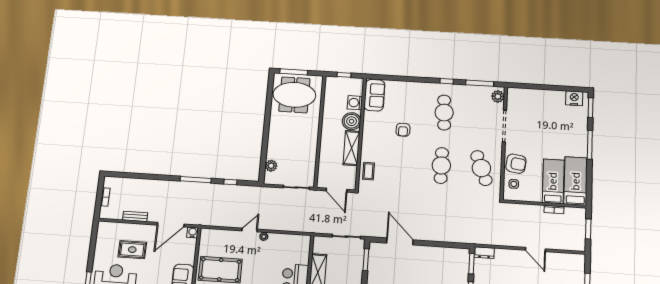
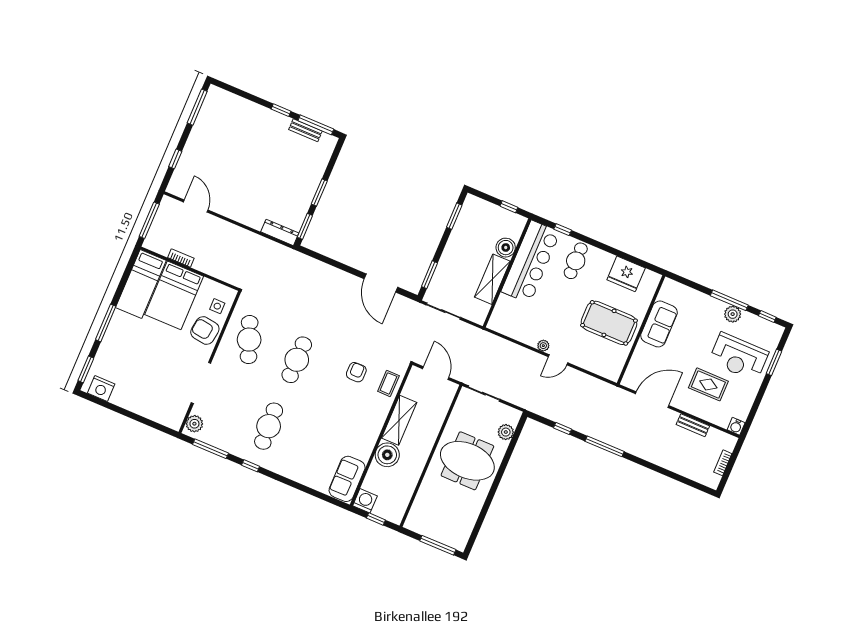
meeting table: (294, 95) -> (467, 461), moved
washing machine: (355, 103) -> (365, 501), moved, turned -90
armchair: (403, 130) -> (356, 372), moved
bed: (553, 181) -> (174, 295), width x1.50
window: (588, 229) -> (149, 220), width x1.44
water cooler: (193, 232) -> (736, 426), moved
door: (535, 250) -> (196, 206), moved
dresser: (484, 253) -> (280, 232), width x1.44

